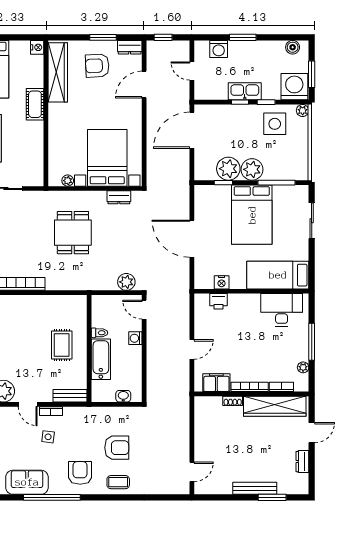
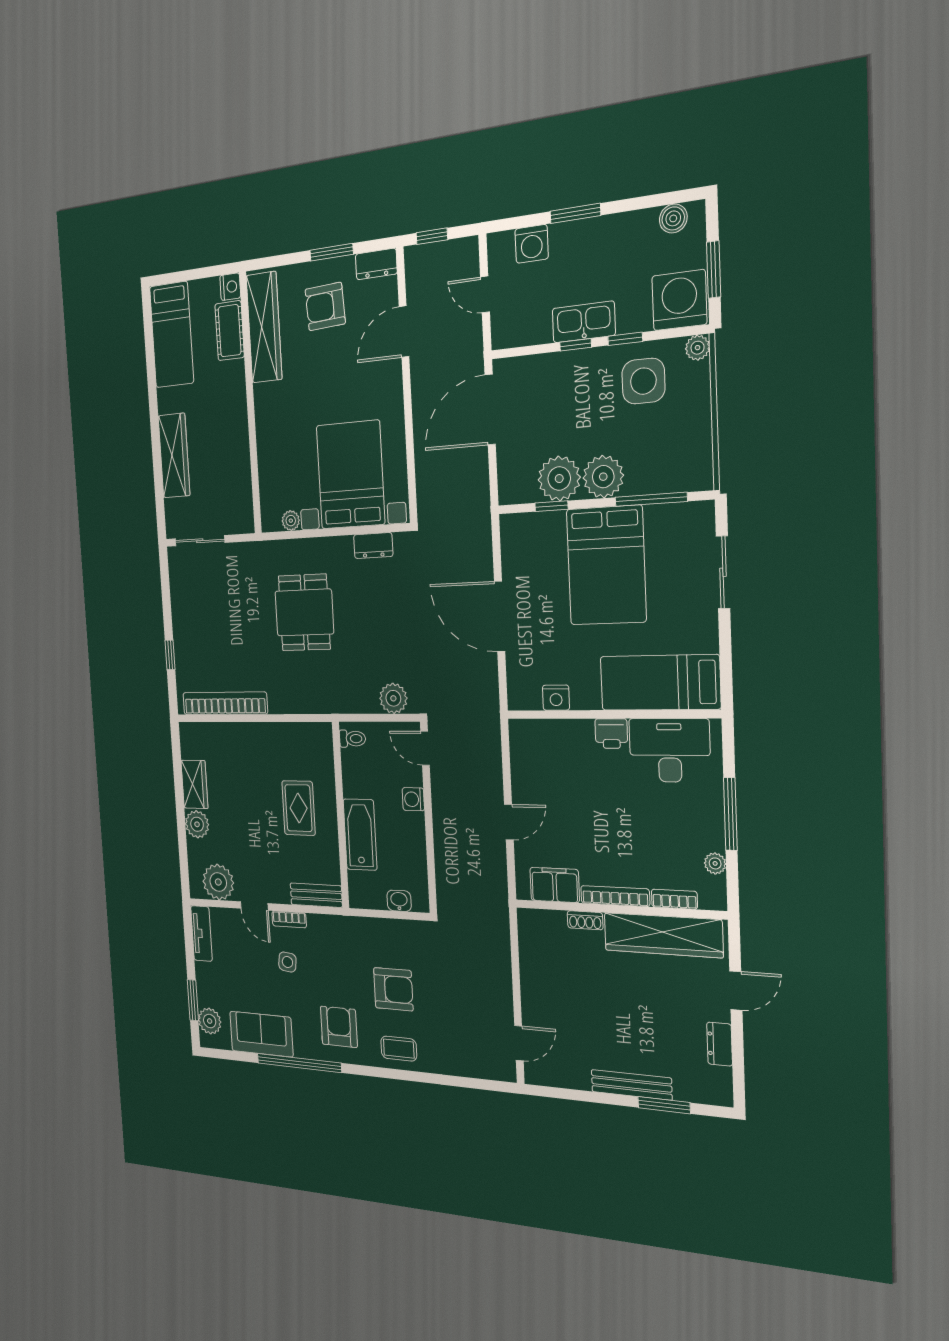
cot: (35, 104) -> (230, 331), moved
printer: (218, 301) -> (611, 734), moved
toilet: (99, 333) -> (353, 739), moved

